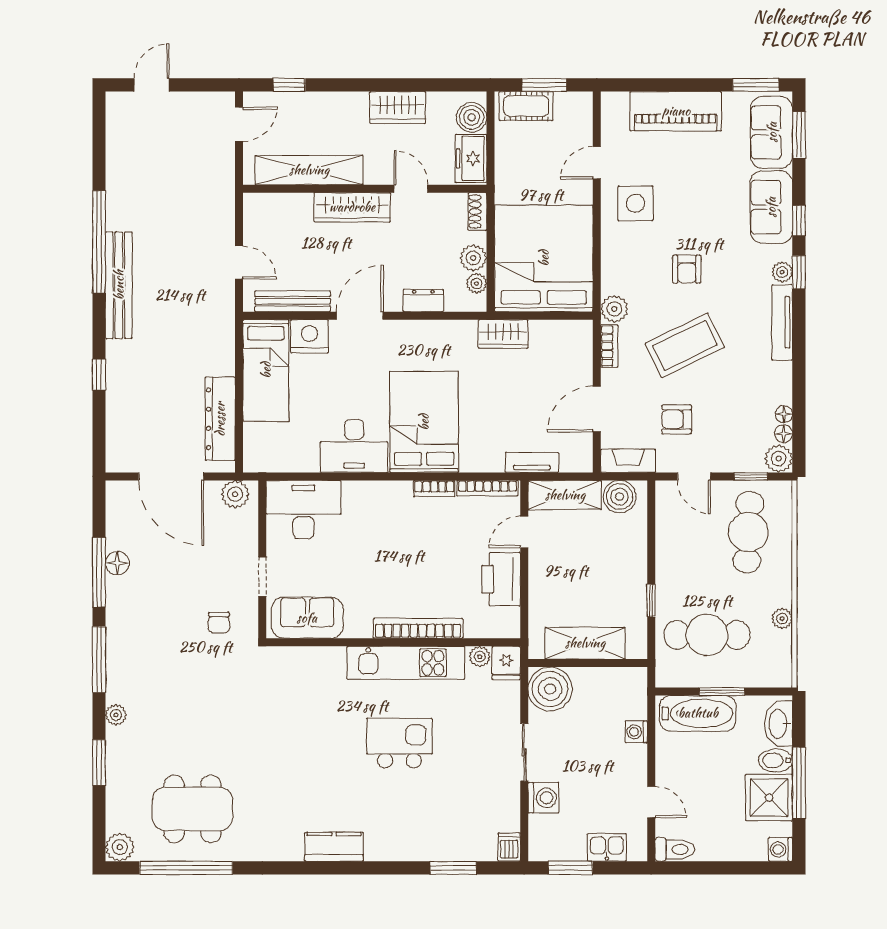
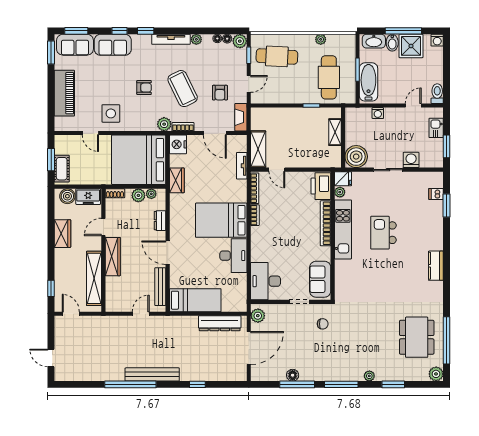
plant: (782, 272) -> (196, 39), moved
nightstand: (309, 336) -> (178, 144), moved
boiler: (620, 497) -> (259, 121), removed
printer: (501, 579) -> (321, 186), moved, turned 90
shelving: (585, 643) -> (335, 132), width x0.67, depth x0.75
dishwasher: (509, 847) -> (436, 194), moved

